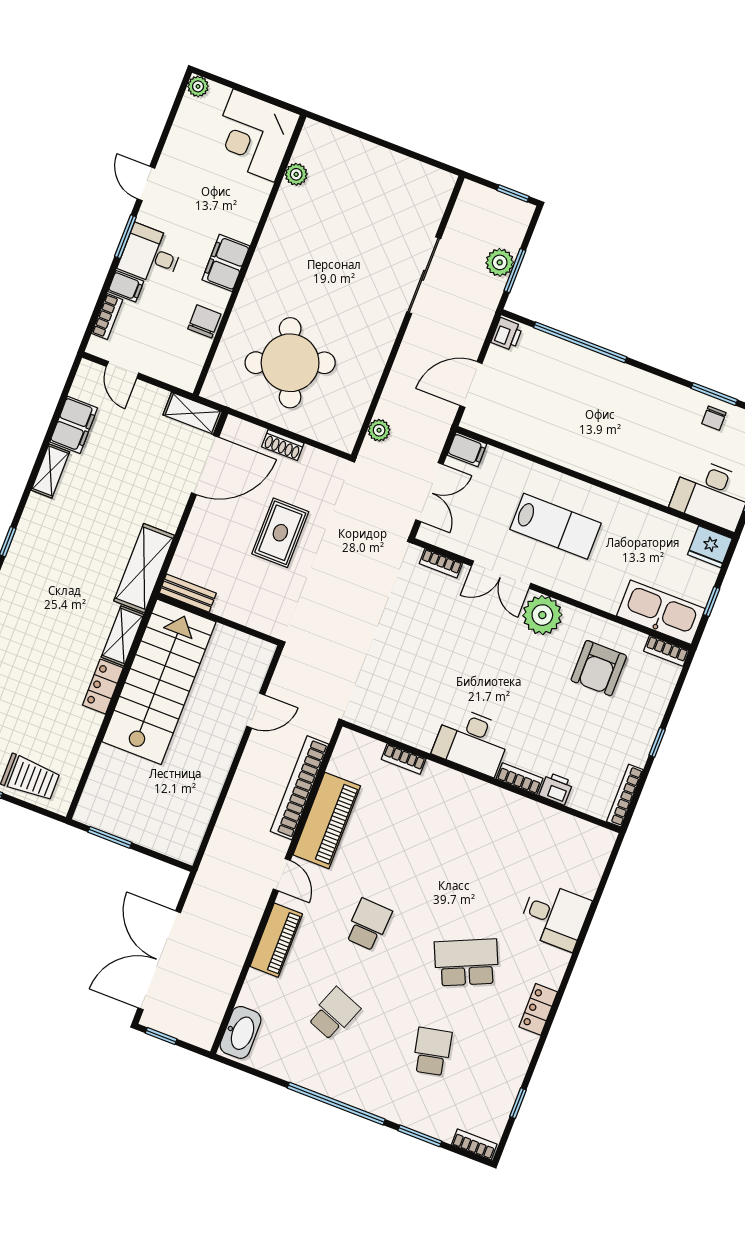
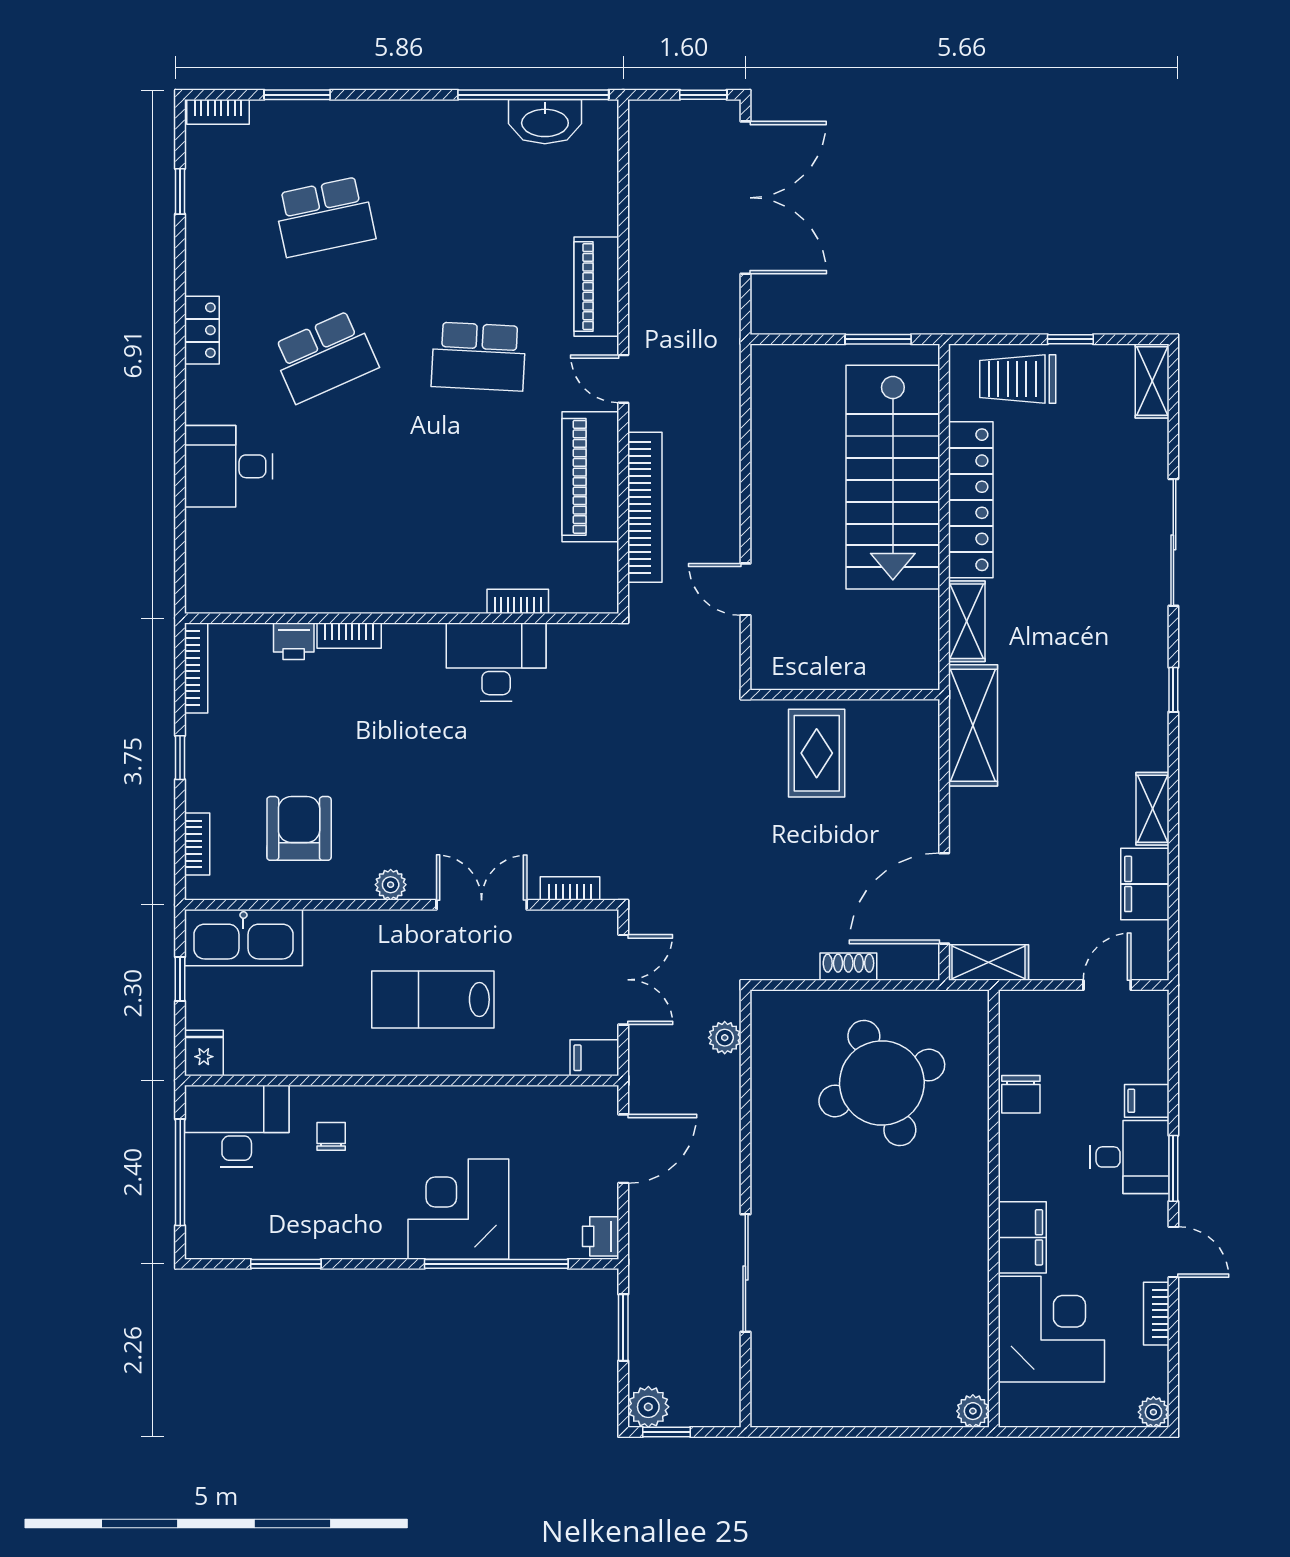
corner desk: (254, 135) -> (1051, 1329), moved
plant: (296, 174) -> (973, 1411), moved
plant: (500, 262) -> (648, 1407), moved
filing cabinet: (226, 263) -> (1022, 1237), moved
bookcase: (107, 316) -> (1156, 1314), moved
door: (123, 370) -> (1107, 985), hinge flipped
corner desk: (591, 387) -> (458, 1209), added
chair: (714, 418) -> (331, 1136), moved
double door: (429, 492) -> (623, 980), swing flipped
rug: (280, 533) -> (817, 753), moved
fridge: (710, 547) -> (204, 1053), width x0.72
bench: (188, 593) -> (900, 714), removed
plant: (542, 615) -> (391, 885), width x0.53, depth x0.53
bookcase: (666, 651) -> (197, 844), moved, turned 90
stairs: (159, 682) -> (893, 477), moved
locker: (103, 687) -> (971, 500), width x2.16, depth x1.21
door: (256, 711) -> (745, 589), hinge flipped
desk: (472, 741) -> (496, 662), moved
school desk: (368, 925) -> (479, 357), width x1.85
school desk: (334, 1014) -> (479, 217), removed
washbasin: (241, 1032) -> (545, 122), moved, turned -90
school desk: (432, 1052) -> (325, 217), width x1.85
window: (336, 1104) -> (533, 95), moved

